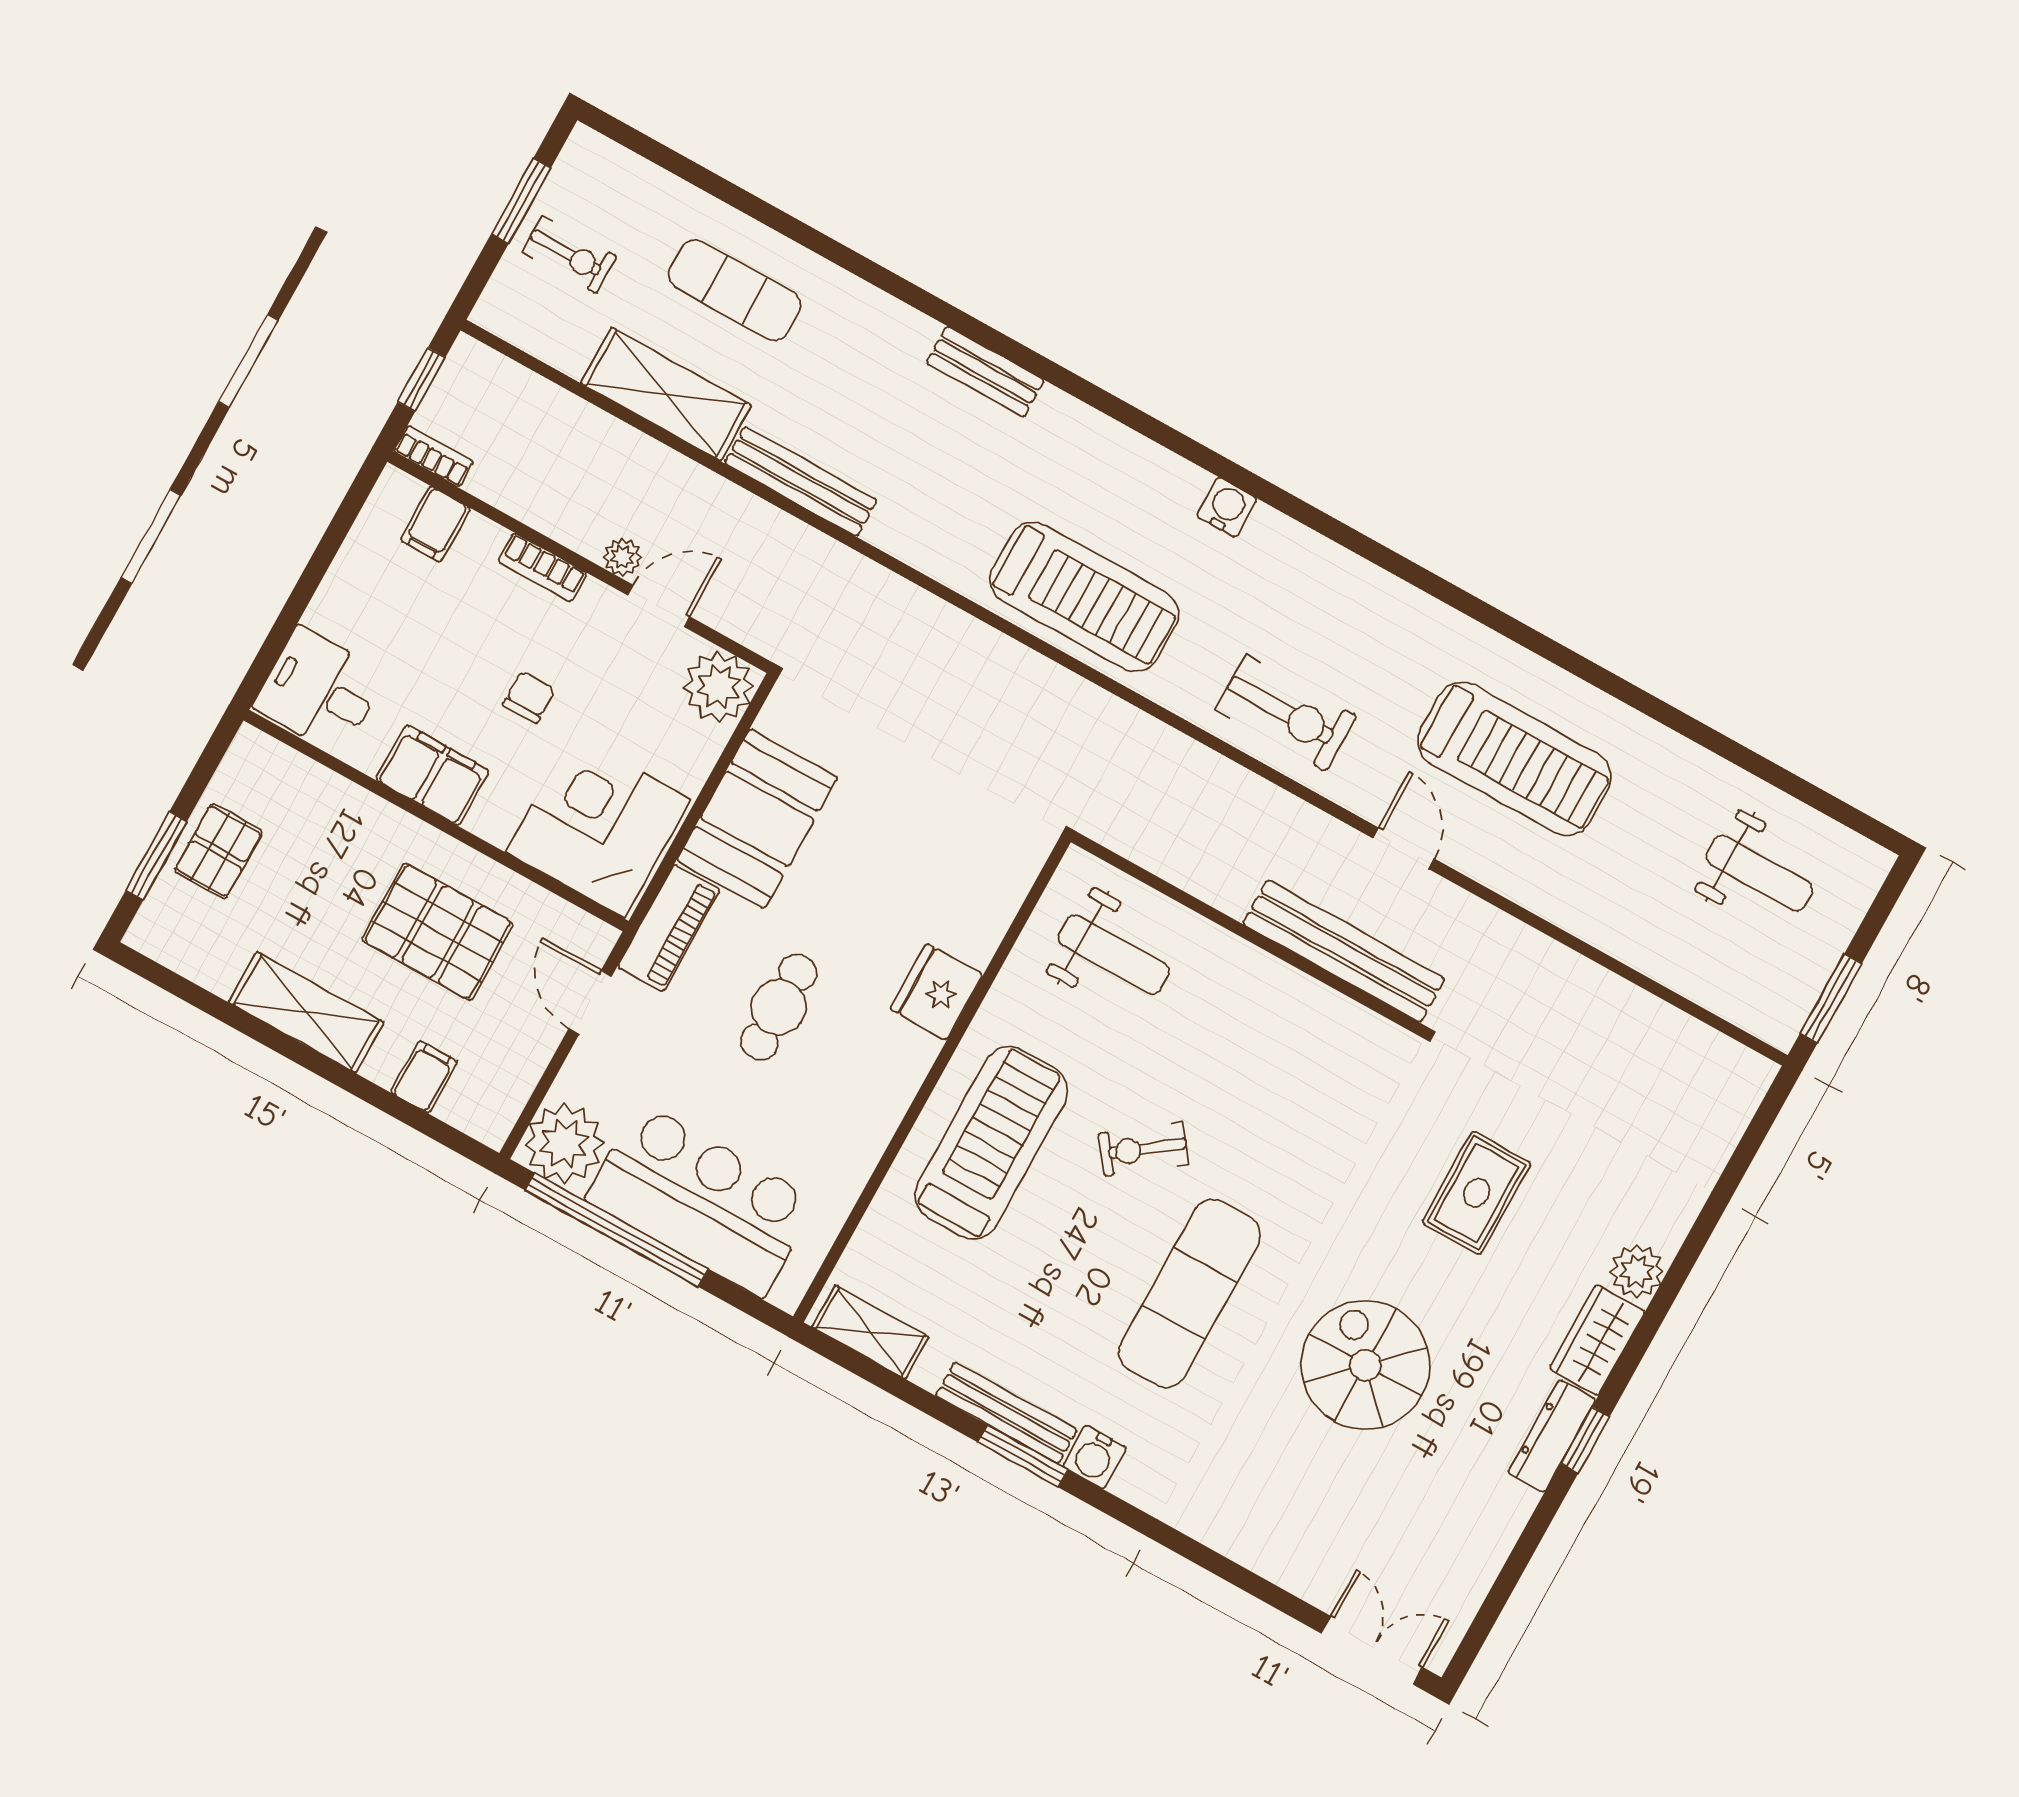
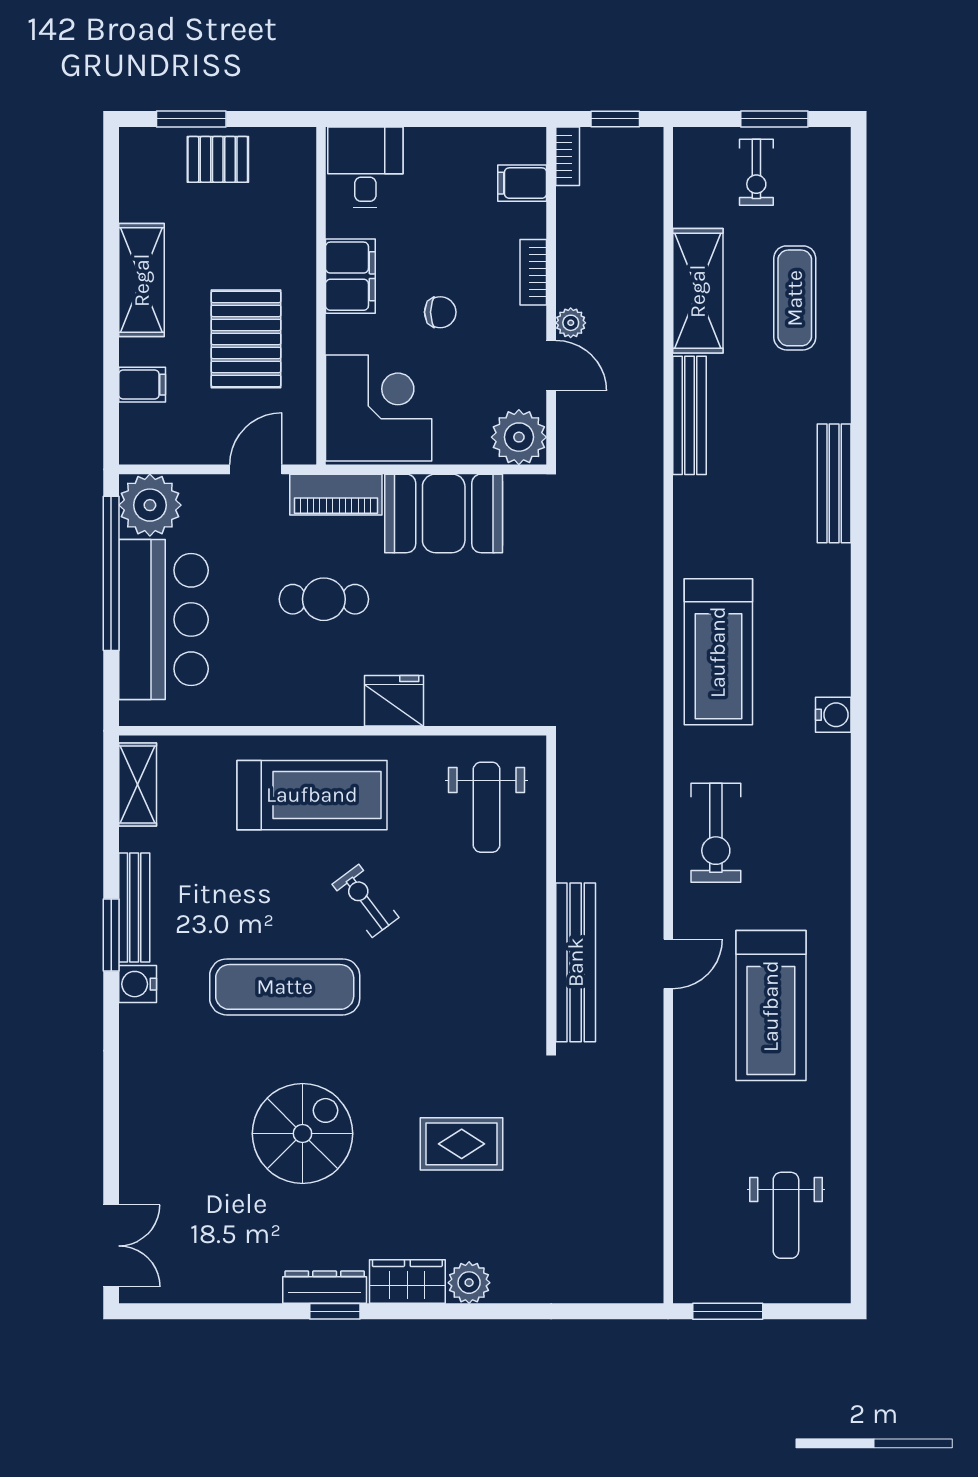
bench: (985, 371) -> (834, 483), width x1.36

